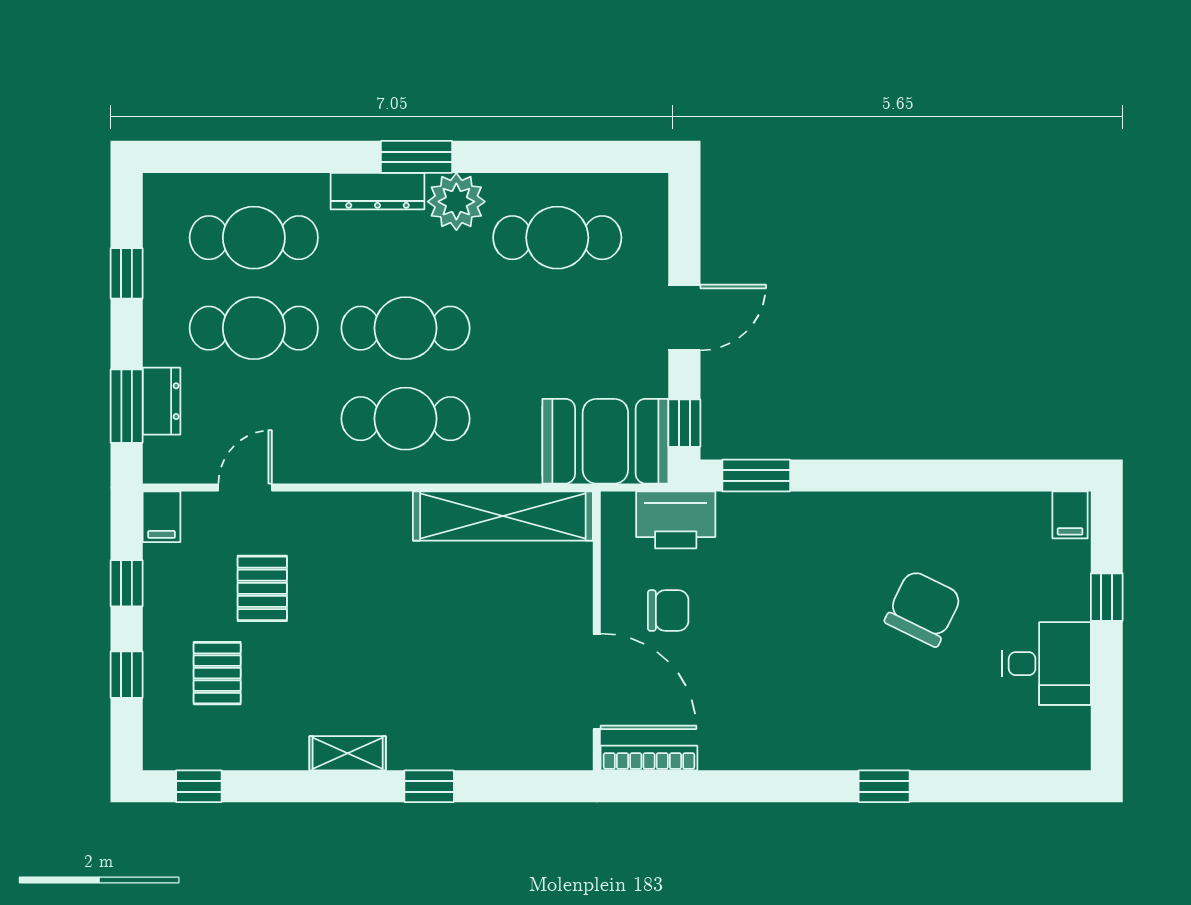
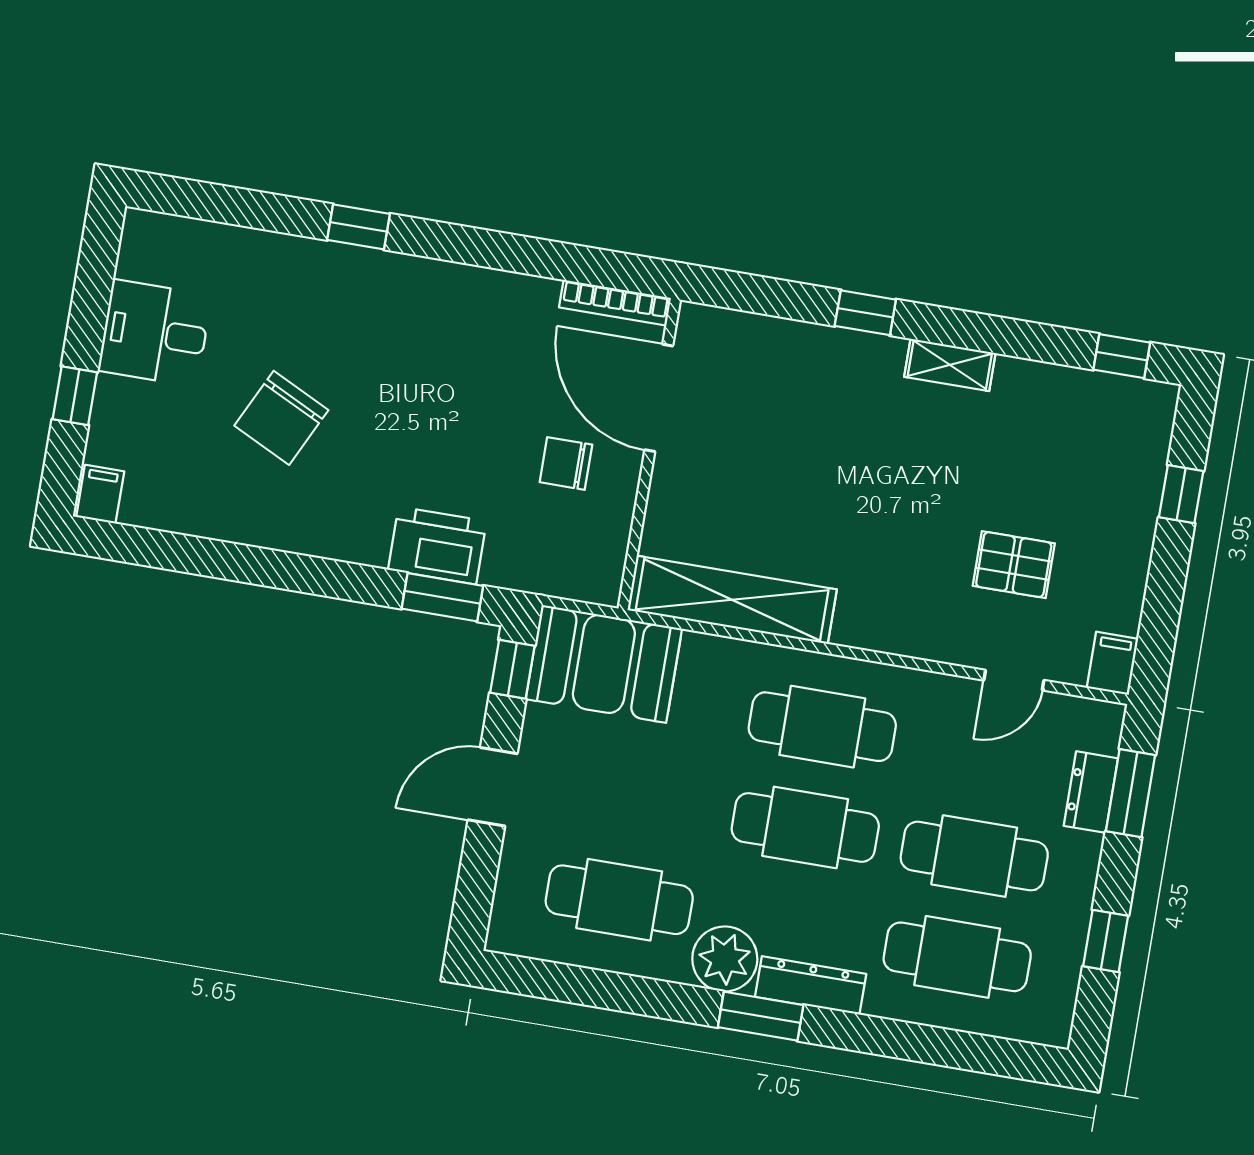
printer: (676, 520) -> (437, 545), moved
window: (127, 583) -> (1164, 596), removed
pallet: (262, 588) -> (1014, 565), turned 90
pallet: (217, 673) -> (1080, 479), removed

